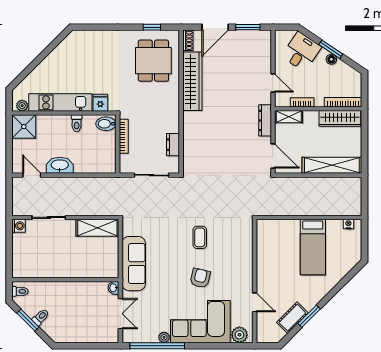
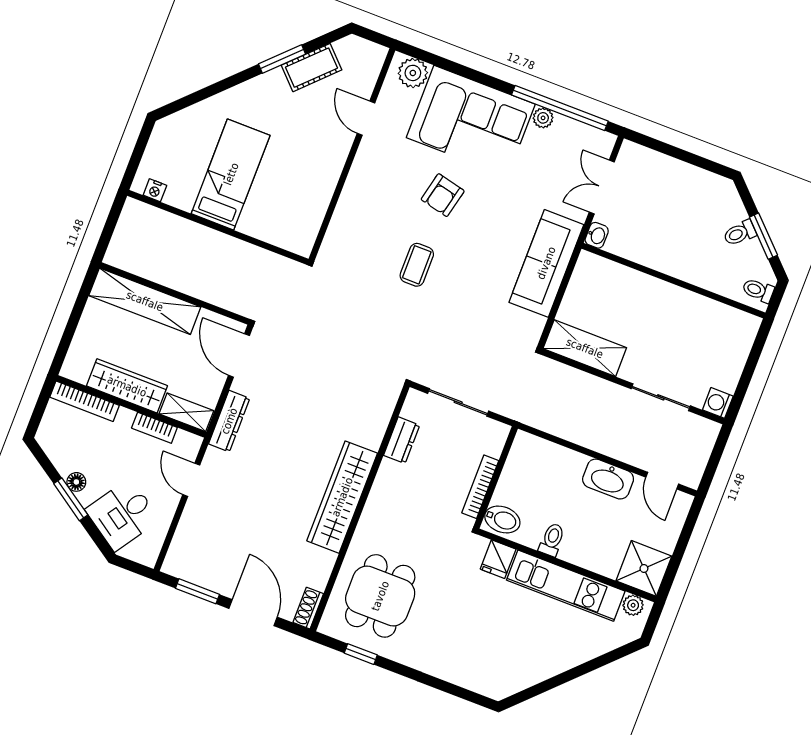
door: (215, 27) -> (253, 613), hinge flipped
wardrobe: (192, 81) -> (342, 497), moved
wardrobe: (340, 118) -> (127, 386), moved

